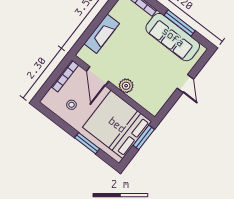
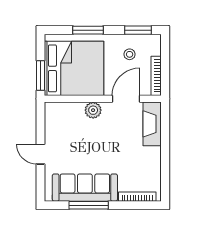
fireplace: (102, 34) -> (152, 124), moved
door: (98, 76) -> (126, 99), hinge flipped
window: (53, 117) -> (138, 30), added

